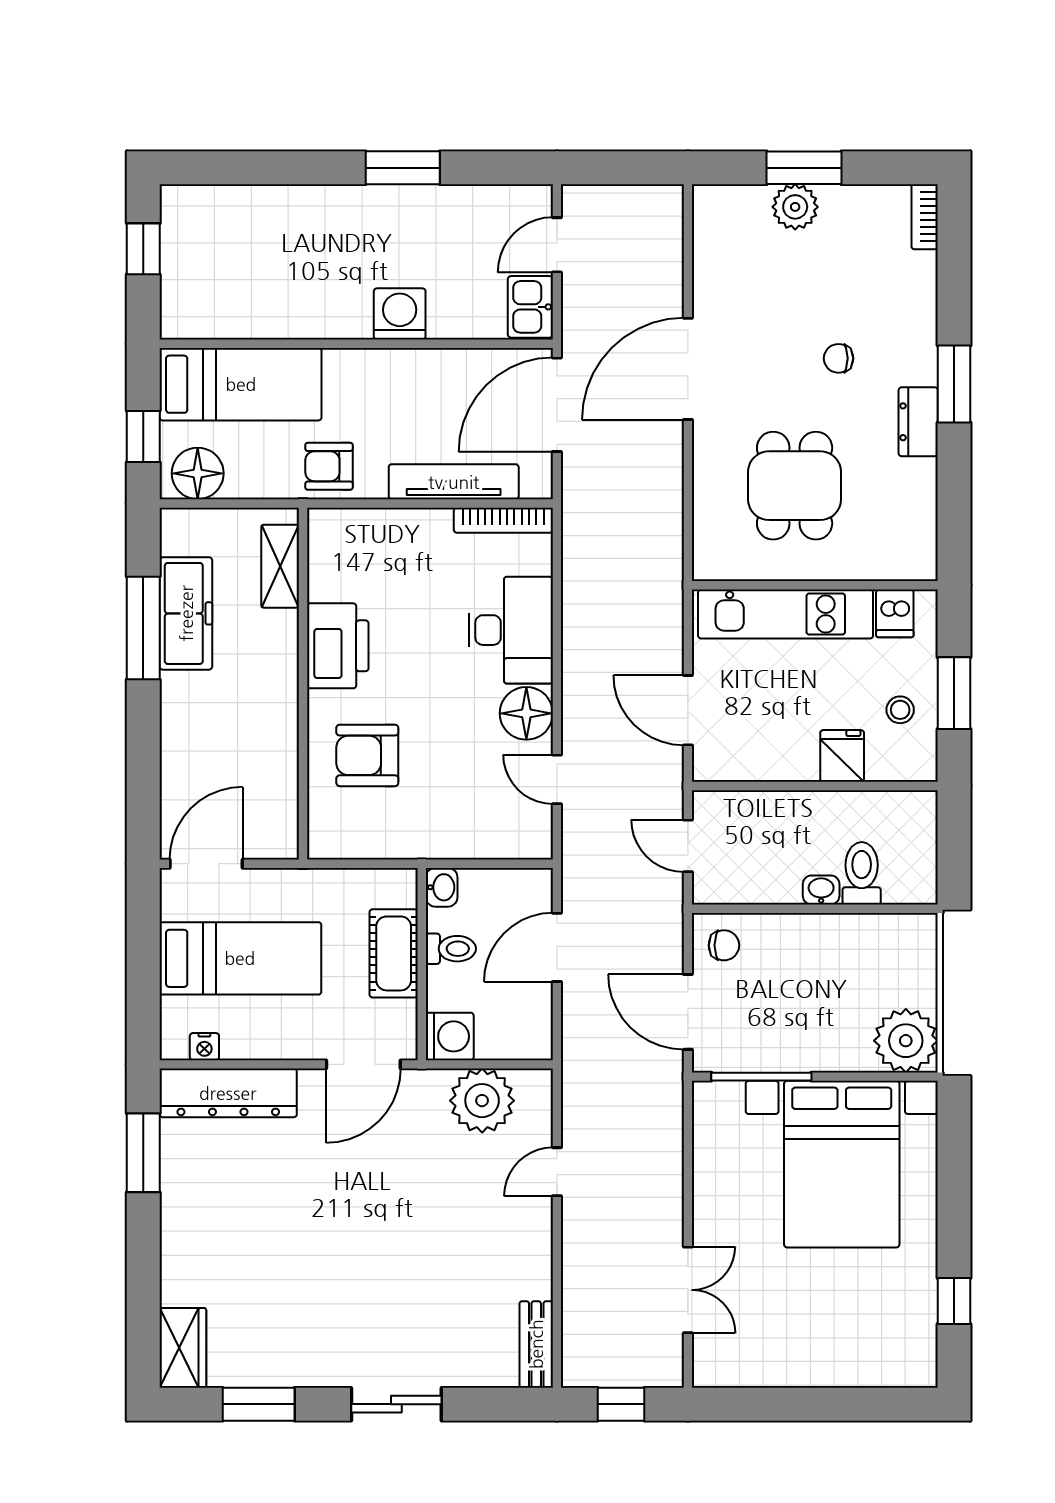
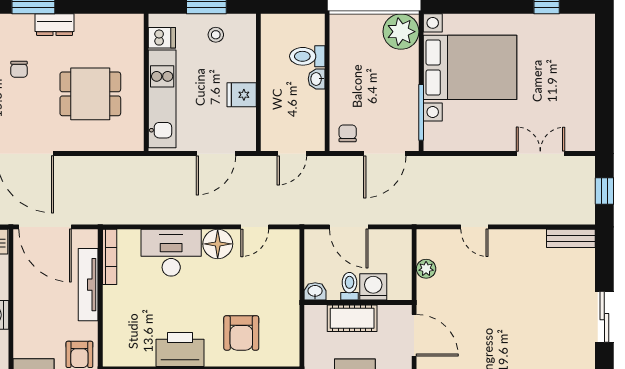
fridge: (842, 756) -> (242, 95), moved
washing machine: (450, 1036) -> (373, 287), moved
plant: (482, 1101) -> (426, 269), width x0.53, depth x0.53

